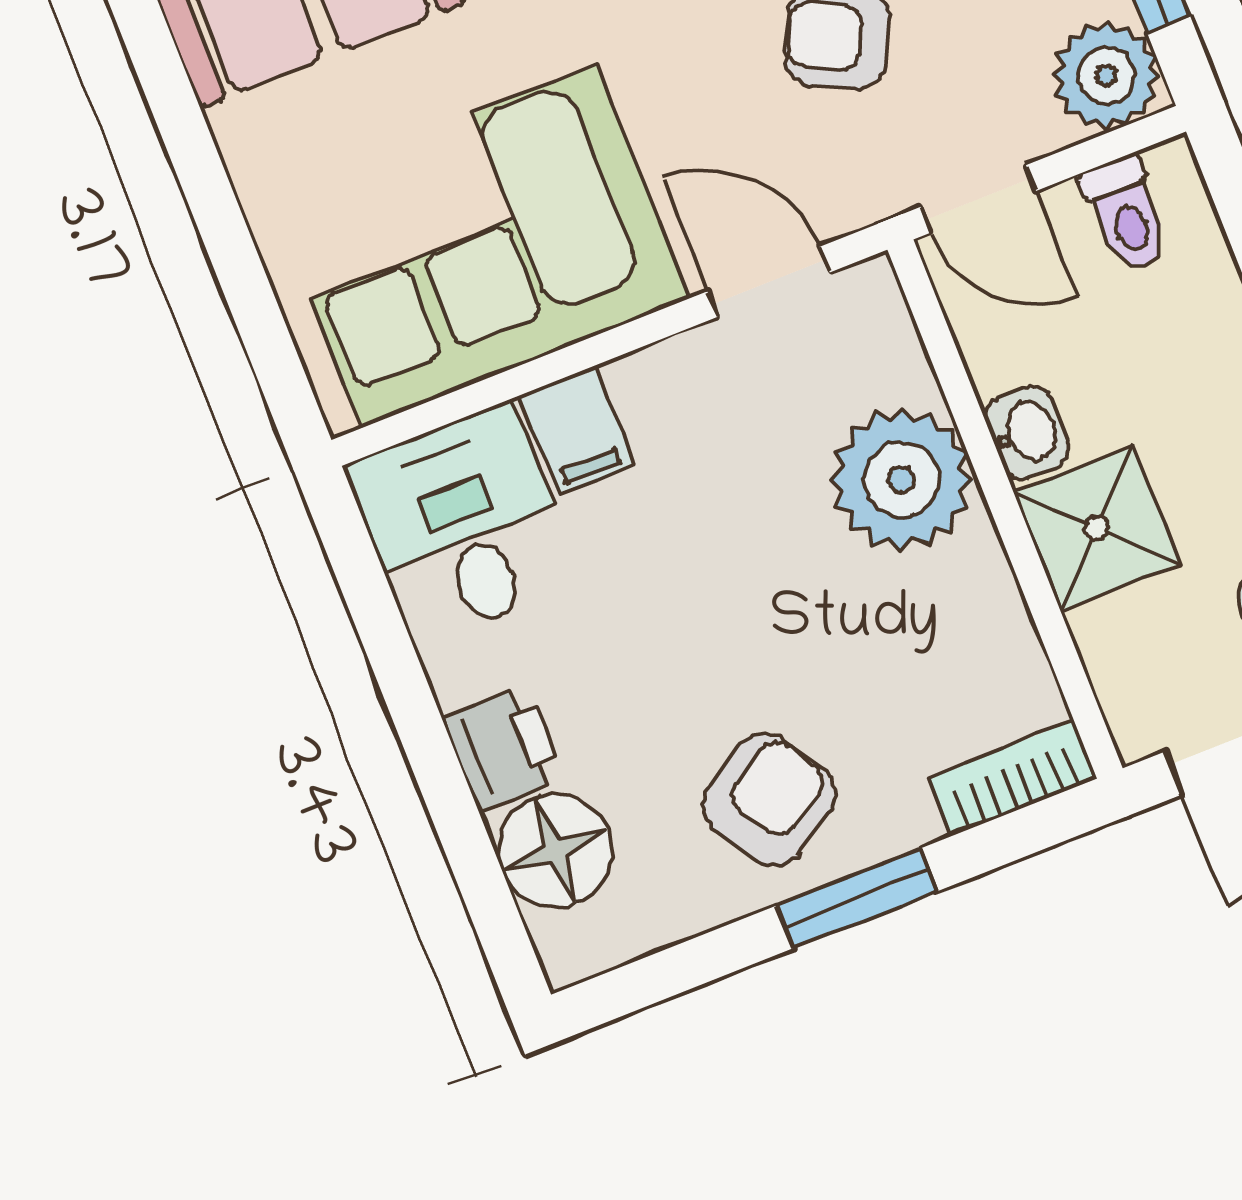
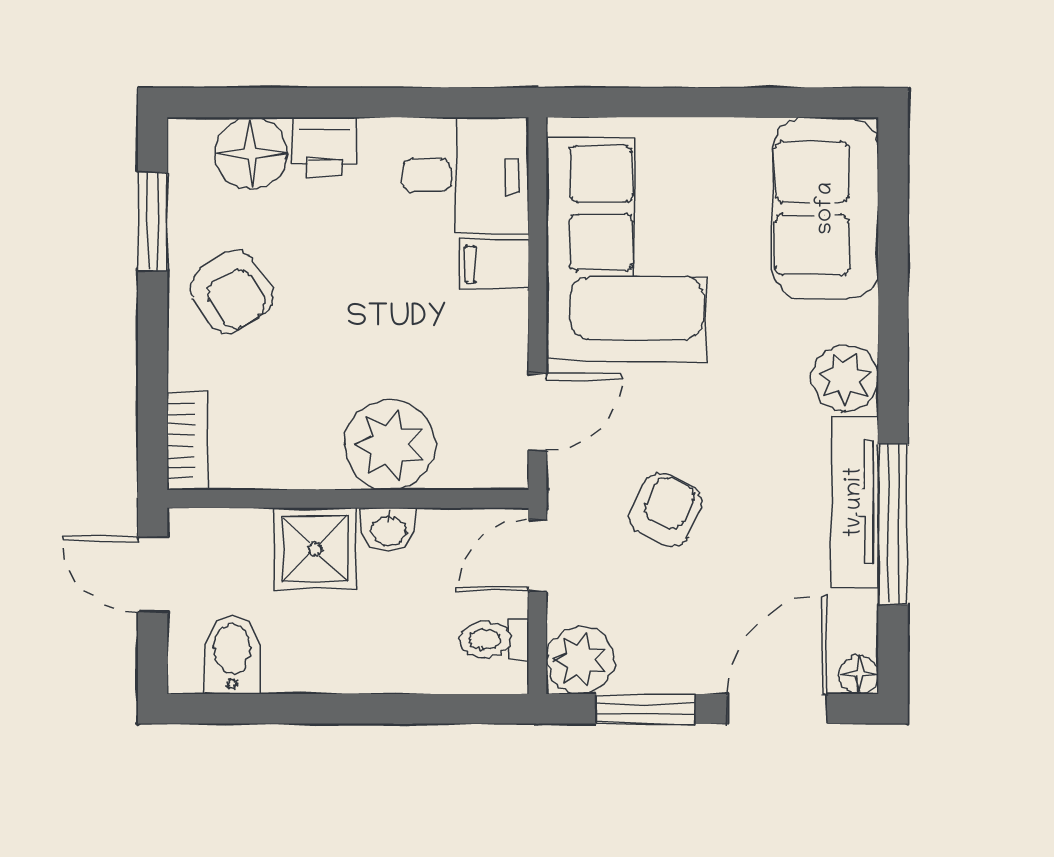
window: (857, 898) -> (153, 222), moved

